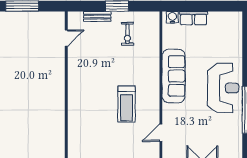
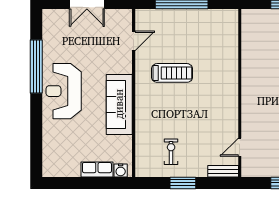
bench: (97, 17) -> (223, 171), moved
treadmill: (127, 104) -> (172, 73), turned 90

